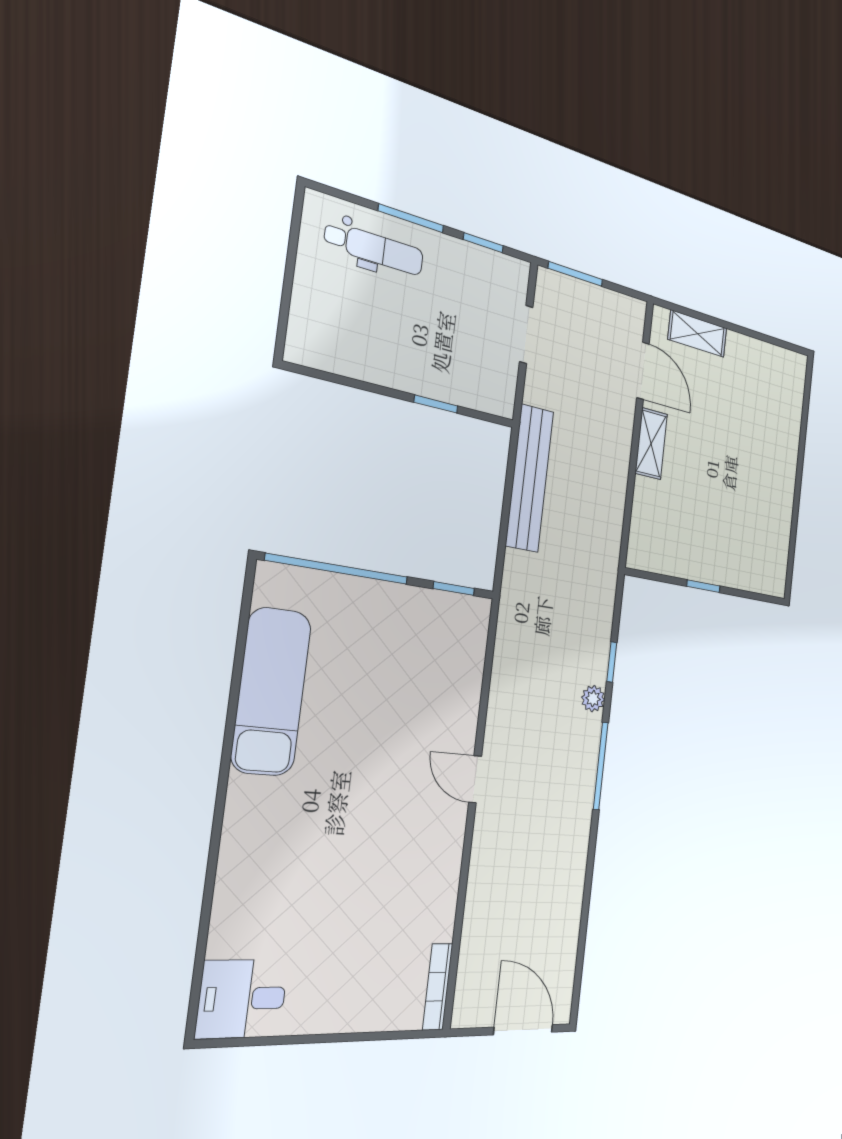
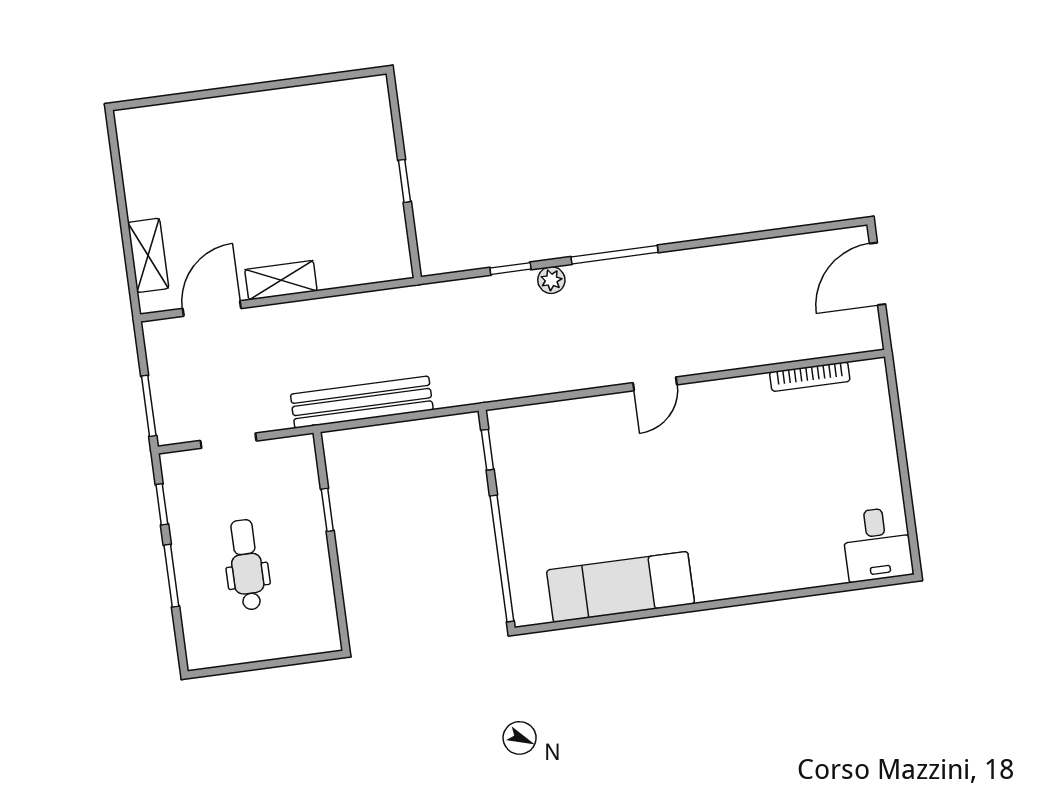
dental chair: (374, 248) -> (247, 565), moved
bookcase: (438, 987) -> (810, 377), moved

